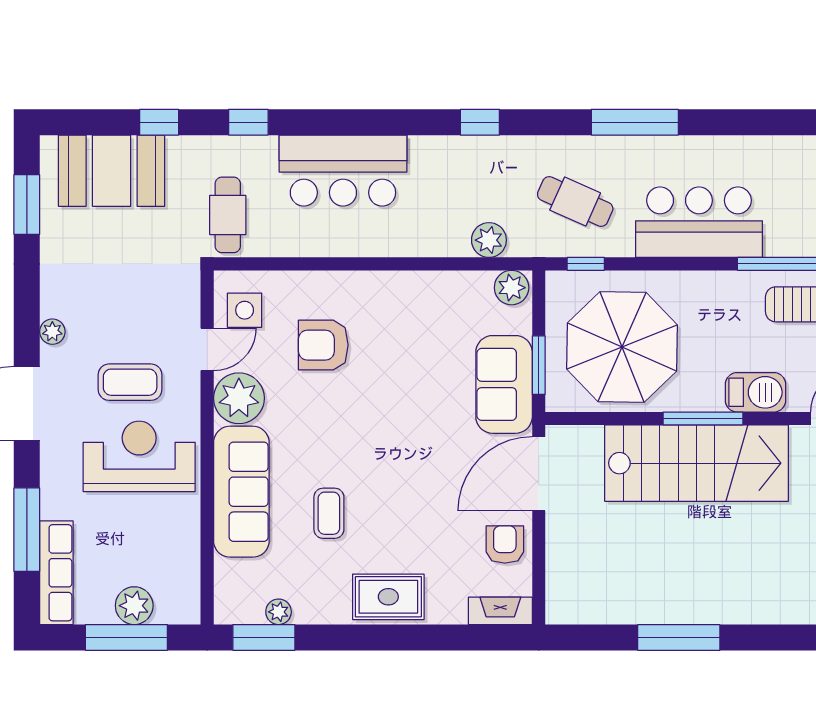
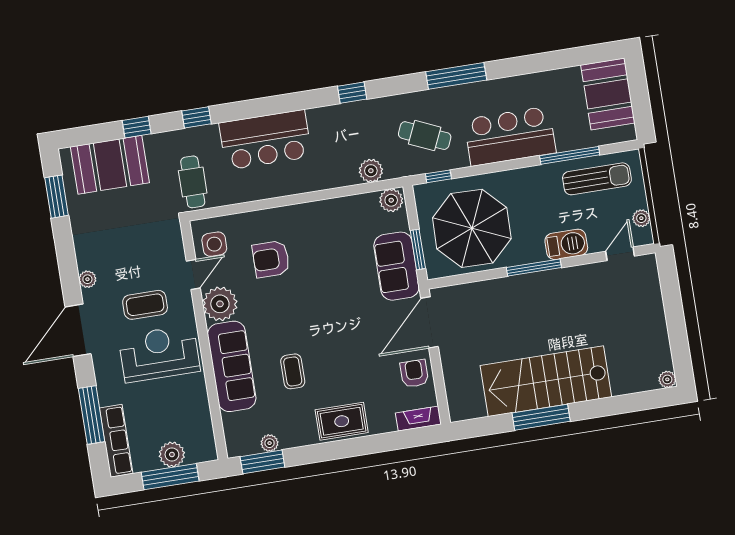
stairs: (697, 463) -> (546, 381), moved, turned 180

